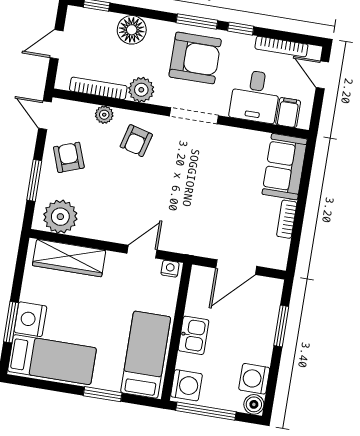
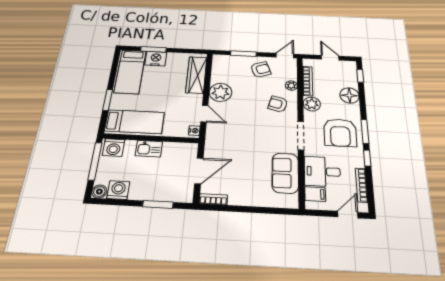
sofa: (285, 167) -> (285, 173), moved, turned -90
plant: (60, 217) -> (220, 92), moved
bookcase: (287, 219) -> (213, 199), moved
door: (236, 267) -> (199, 171), swing flipped

